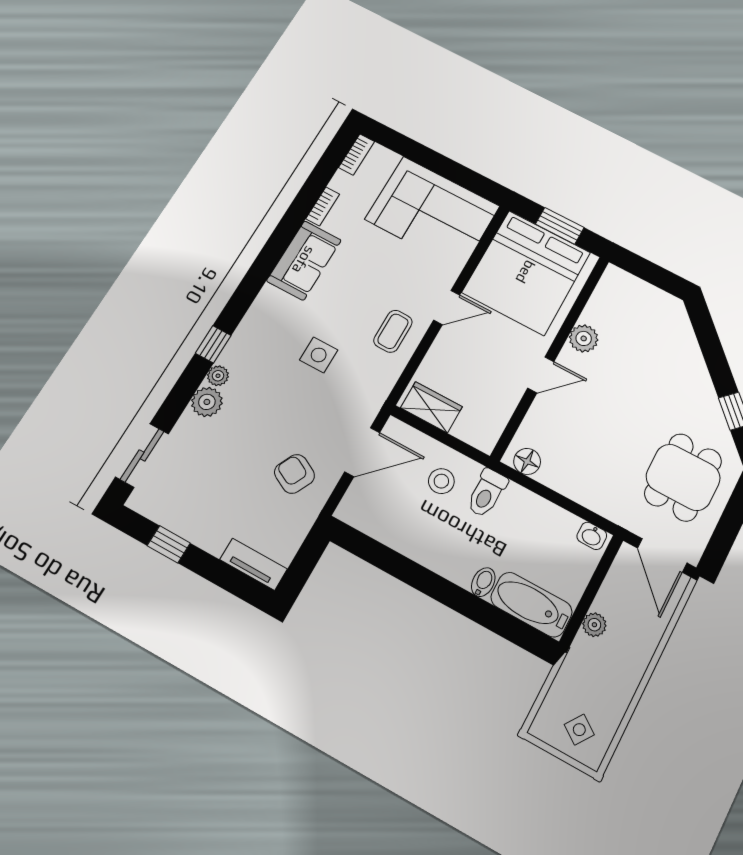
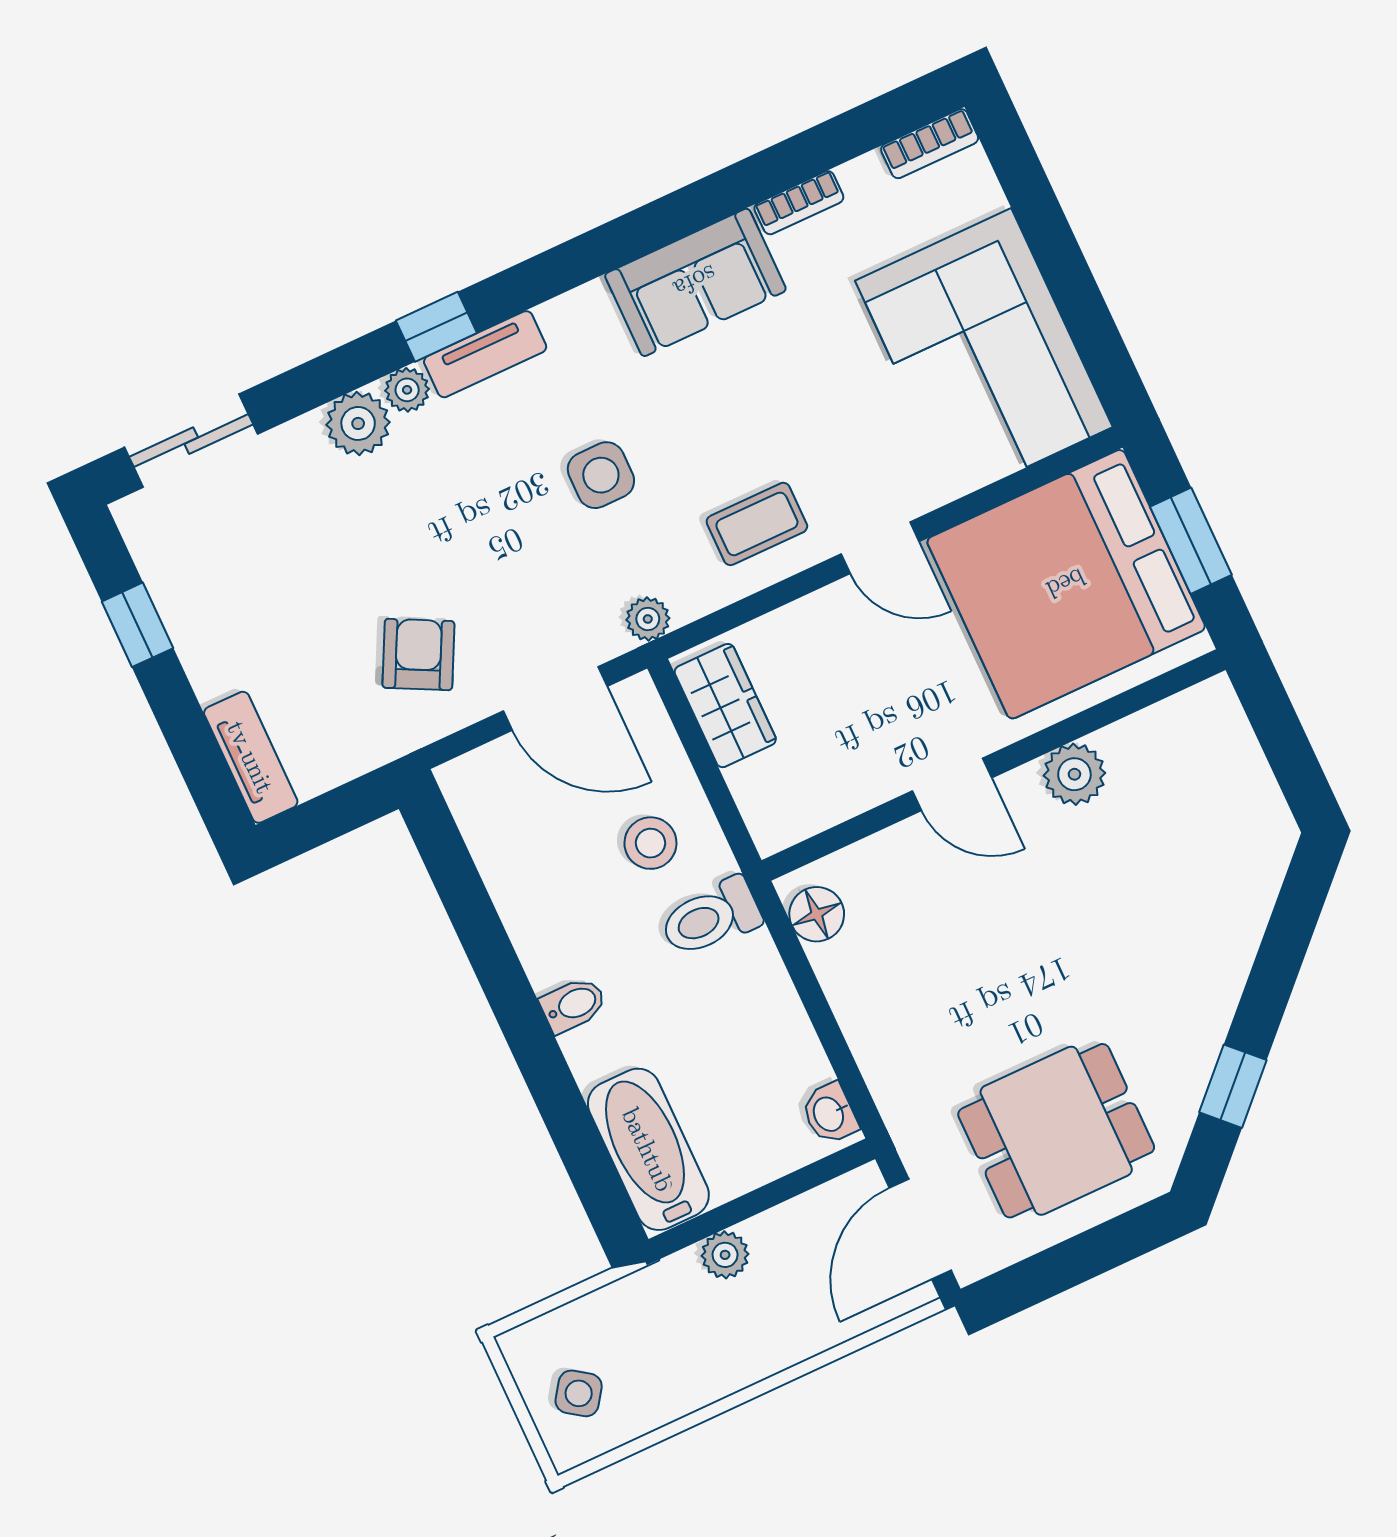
tv unit: (240, 341) -> (485, 354), added
plant: (377, 396) -> (648, 619), added
bidet: (483, 582) -> (573, 1005), moved

